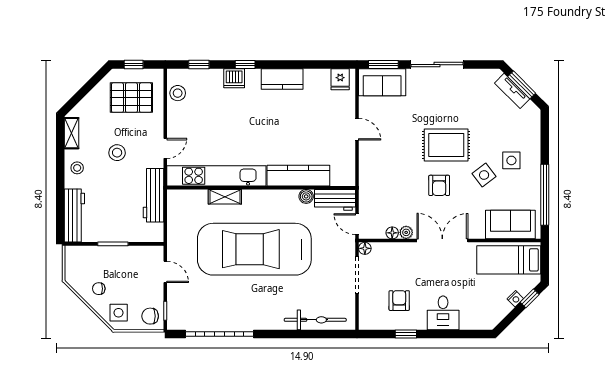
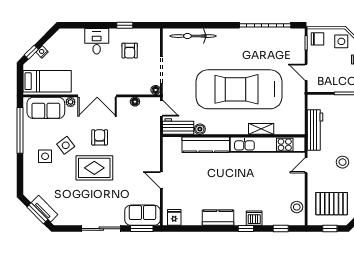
plant: (406, 232) -> (71, 102), moved
car: (254, 249) -> (239, 89), turned 180

